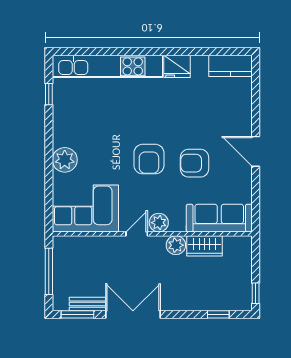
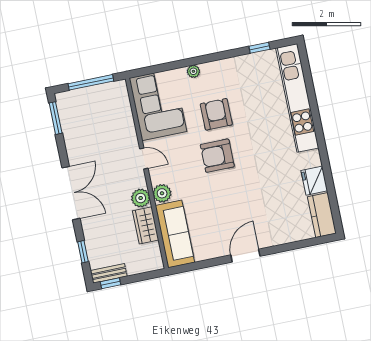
fridge: (177, 66) -> (314, 181), moved
plant: (65, 160) -> (193, 71), width x0.53, depth x0.53
armchair: (195, 163) -> (216, 114), moved
plant: (159, 223) -> (162, 193), moved
bench: (87, 304) -> (109, 273), moved, turned 90
double door: (133, 314) -> (71, 193), moved

